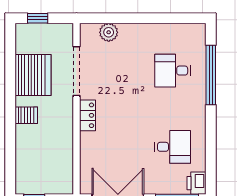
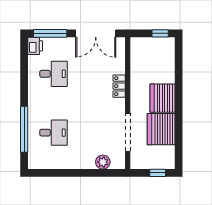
server rack: (26, 115) -> (163, 98), width x2.18, depth x1.44
locker: (88, 115) -> (119, 86), moved
desk: (173, 147) -> (54, 74), turned 180

